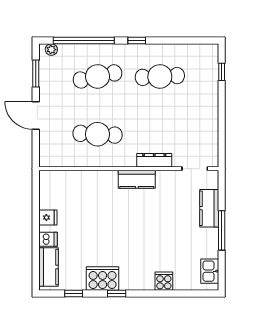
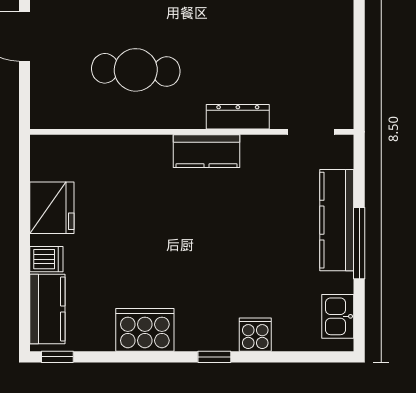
kitchen counter: (209, 208) -> (337, 220), width x1.50
fridge: (48, 218) -> (52, 208), width x1.88, depth x1.34
window: (74, 294) -> (57, 357), moved
window: (117, 294) -> (214, 357), moved

